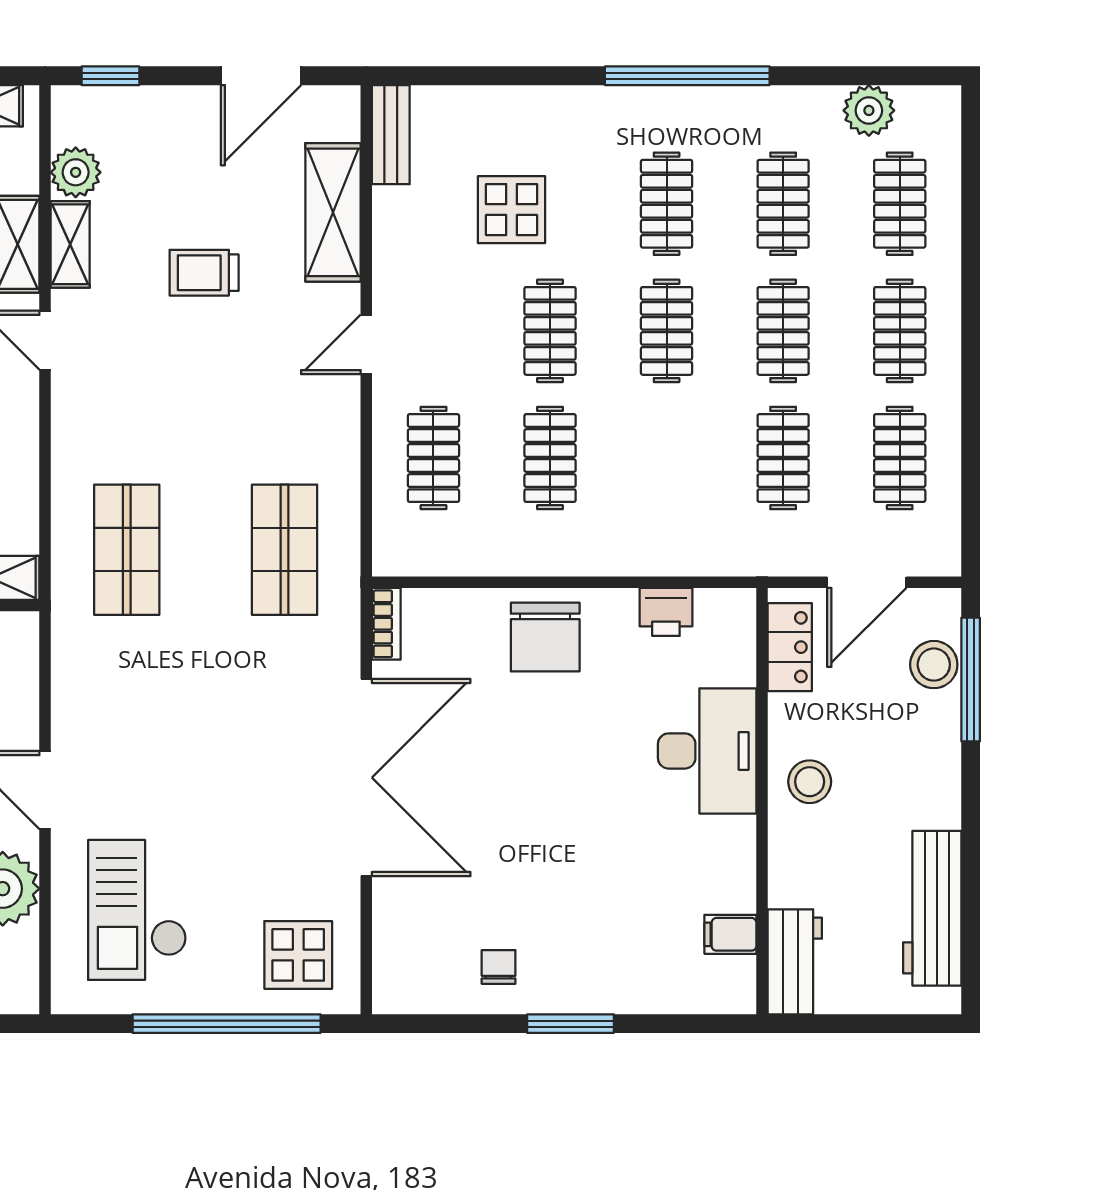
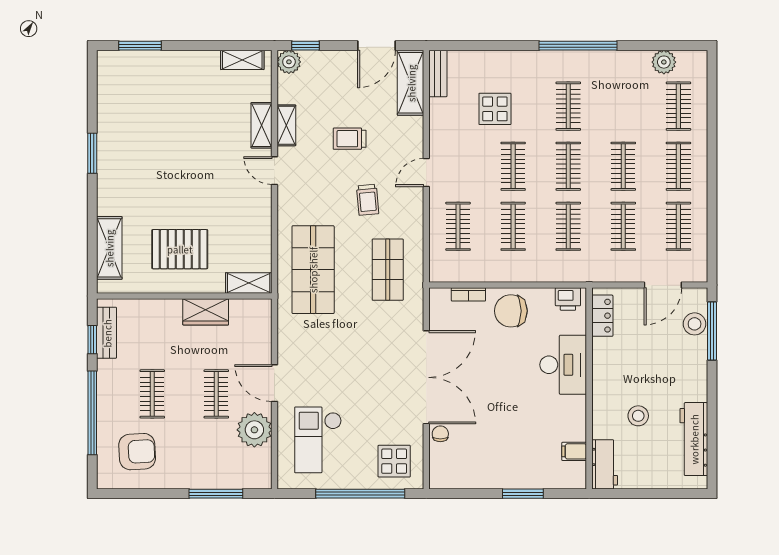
plant: (76, 172) -> (289, 62), moved
clothes rail: (783, 204) -> (568, 226), moved
shelving: (333, 212) -> (411, 83), moved
trolley: (242, 402) -> (368, 200), added
shop shelf: (127, 550) -> (313, 270), width x1.43, depth x1.36
bookcase: (386, 624) -> (468, 294), moved, turned 90
chair: (545, 637) -> (511, 311), turned 90
locker: (790, 647) -> (602, 316), moved
desk: (707, 751) -> (563, 365), moved
stool: (810, 782) -> (638, 416), moved
wall: (762, 801) -> (589, 388), moved
filing cabinet: (730, 934) -> (574, 451), moved
workbench: (795, 962) -> (605, 464), moved
chair: (499, 967) -> (440, 434), moved

